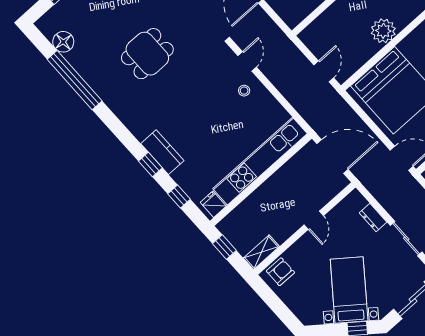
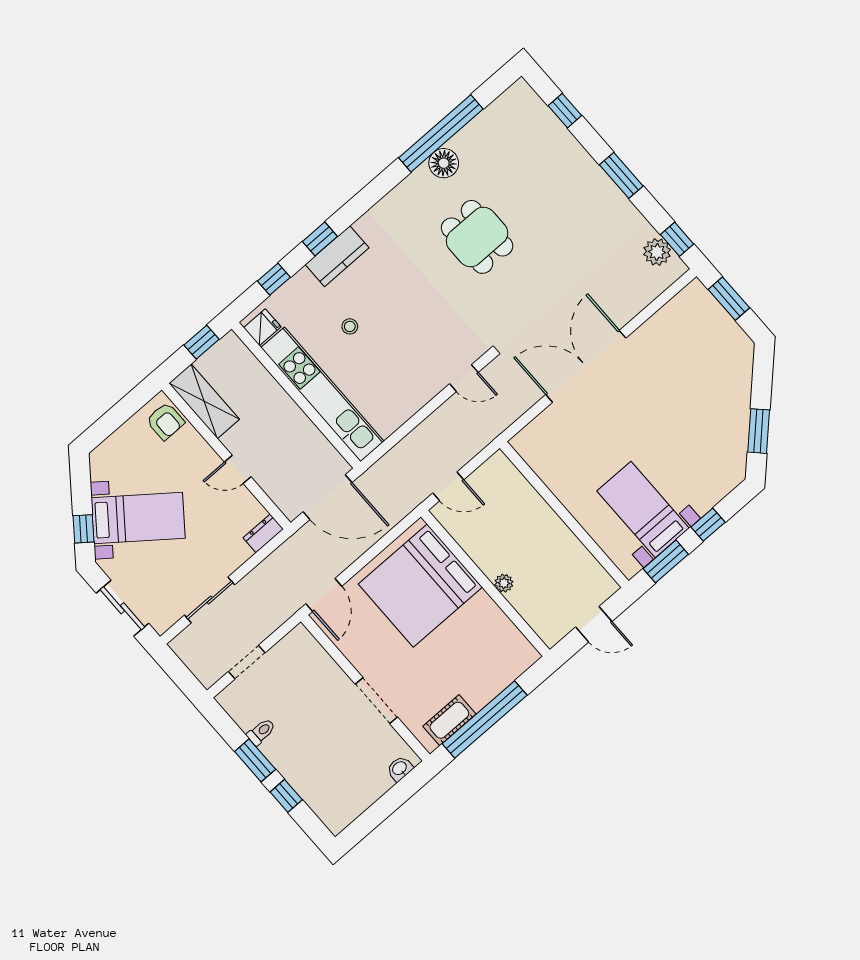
plant: (383, 31) -> (504, 583), width x0.53, depth x0.53
floor lamp: (63, 42) -> (444, 163), moved
stool: (244, 91) -> (350, 326), moved
door: (332, 157) -> (328, 497), hinge flipped
dresser: (373, 218) -> (263, 533), moved
shelving: (261, 252) -> (204, 401), width x1.50, depth x1.33

